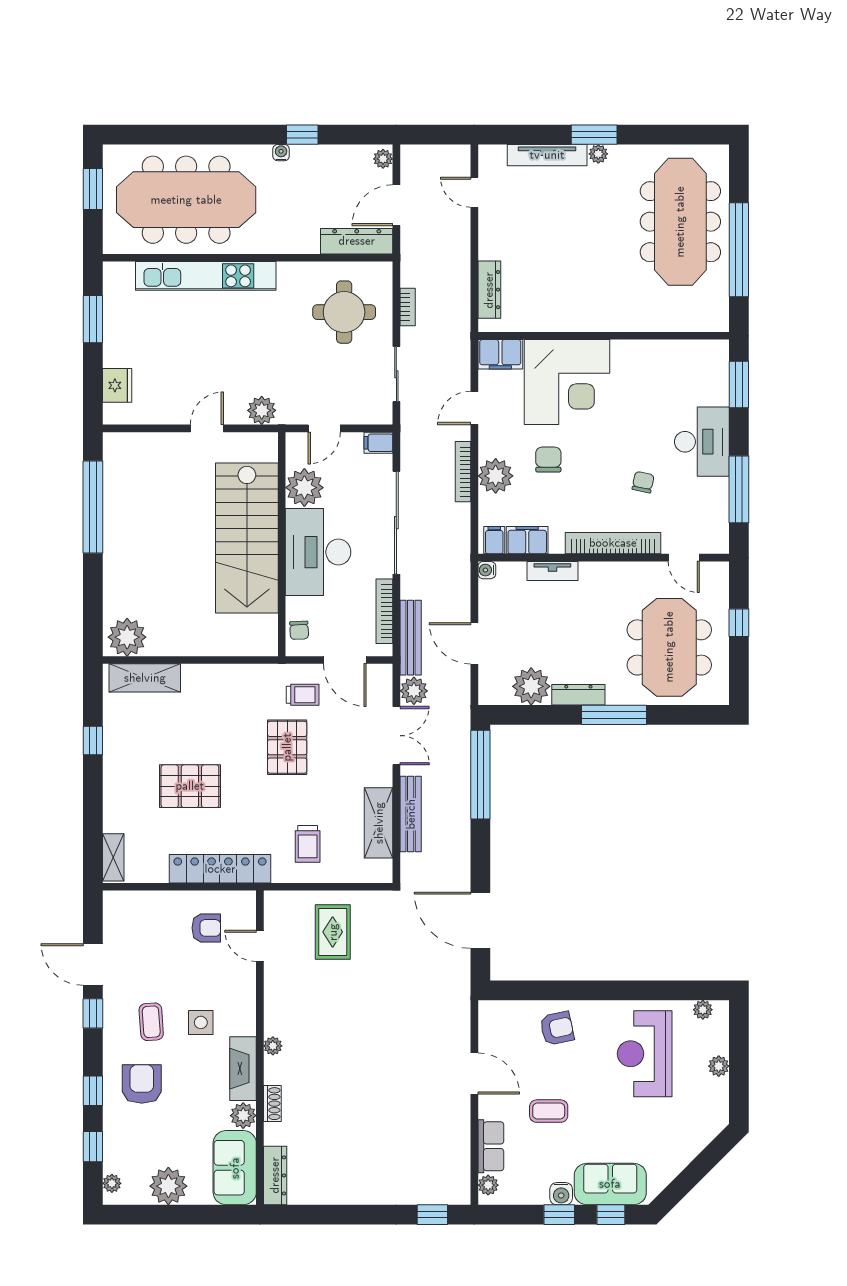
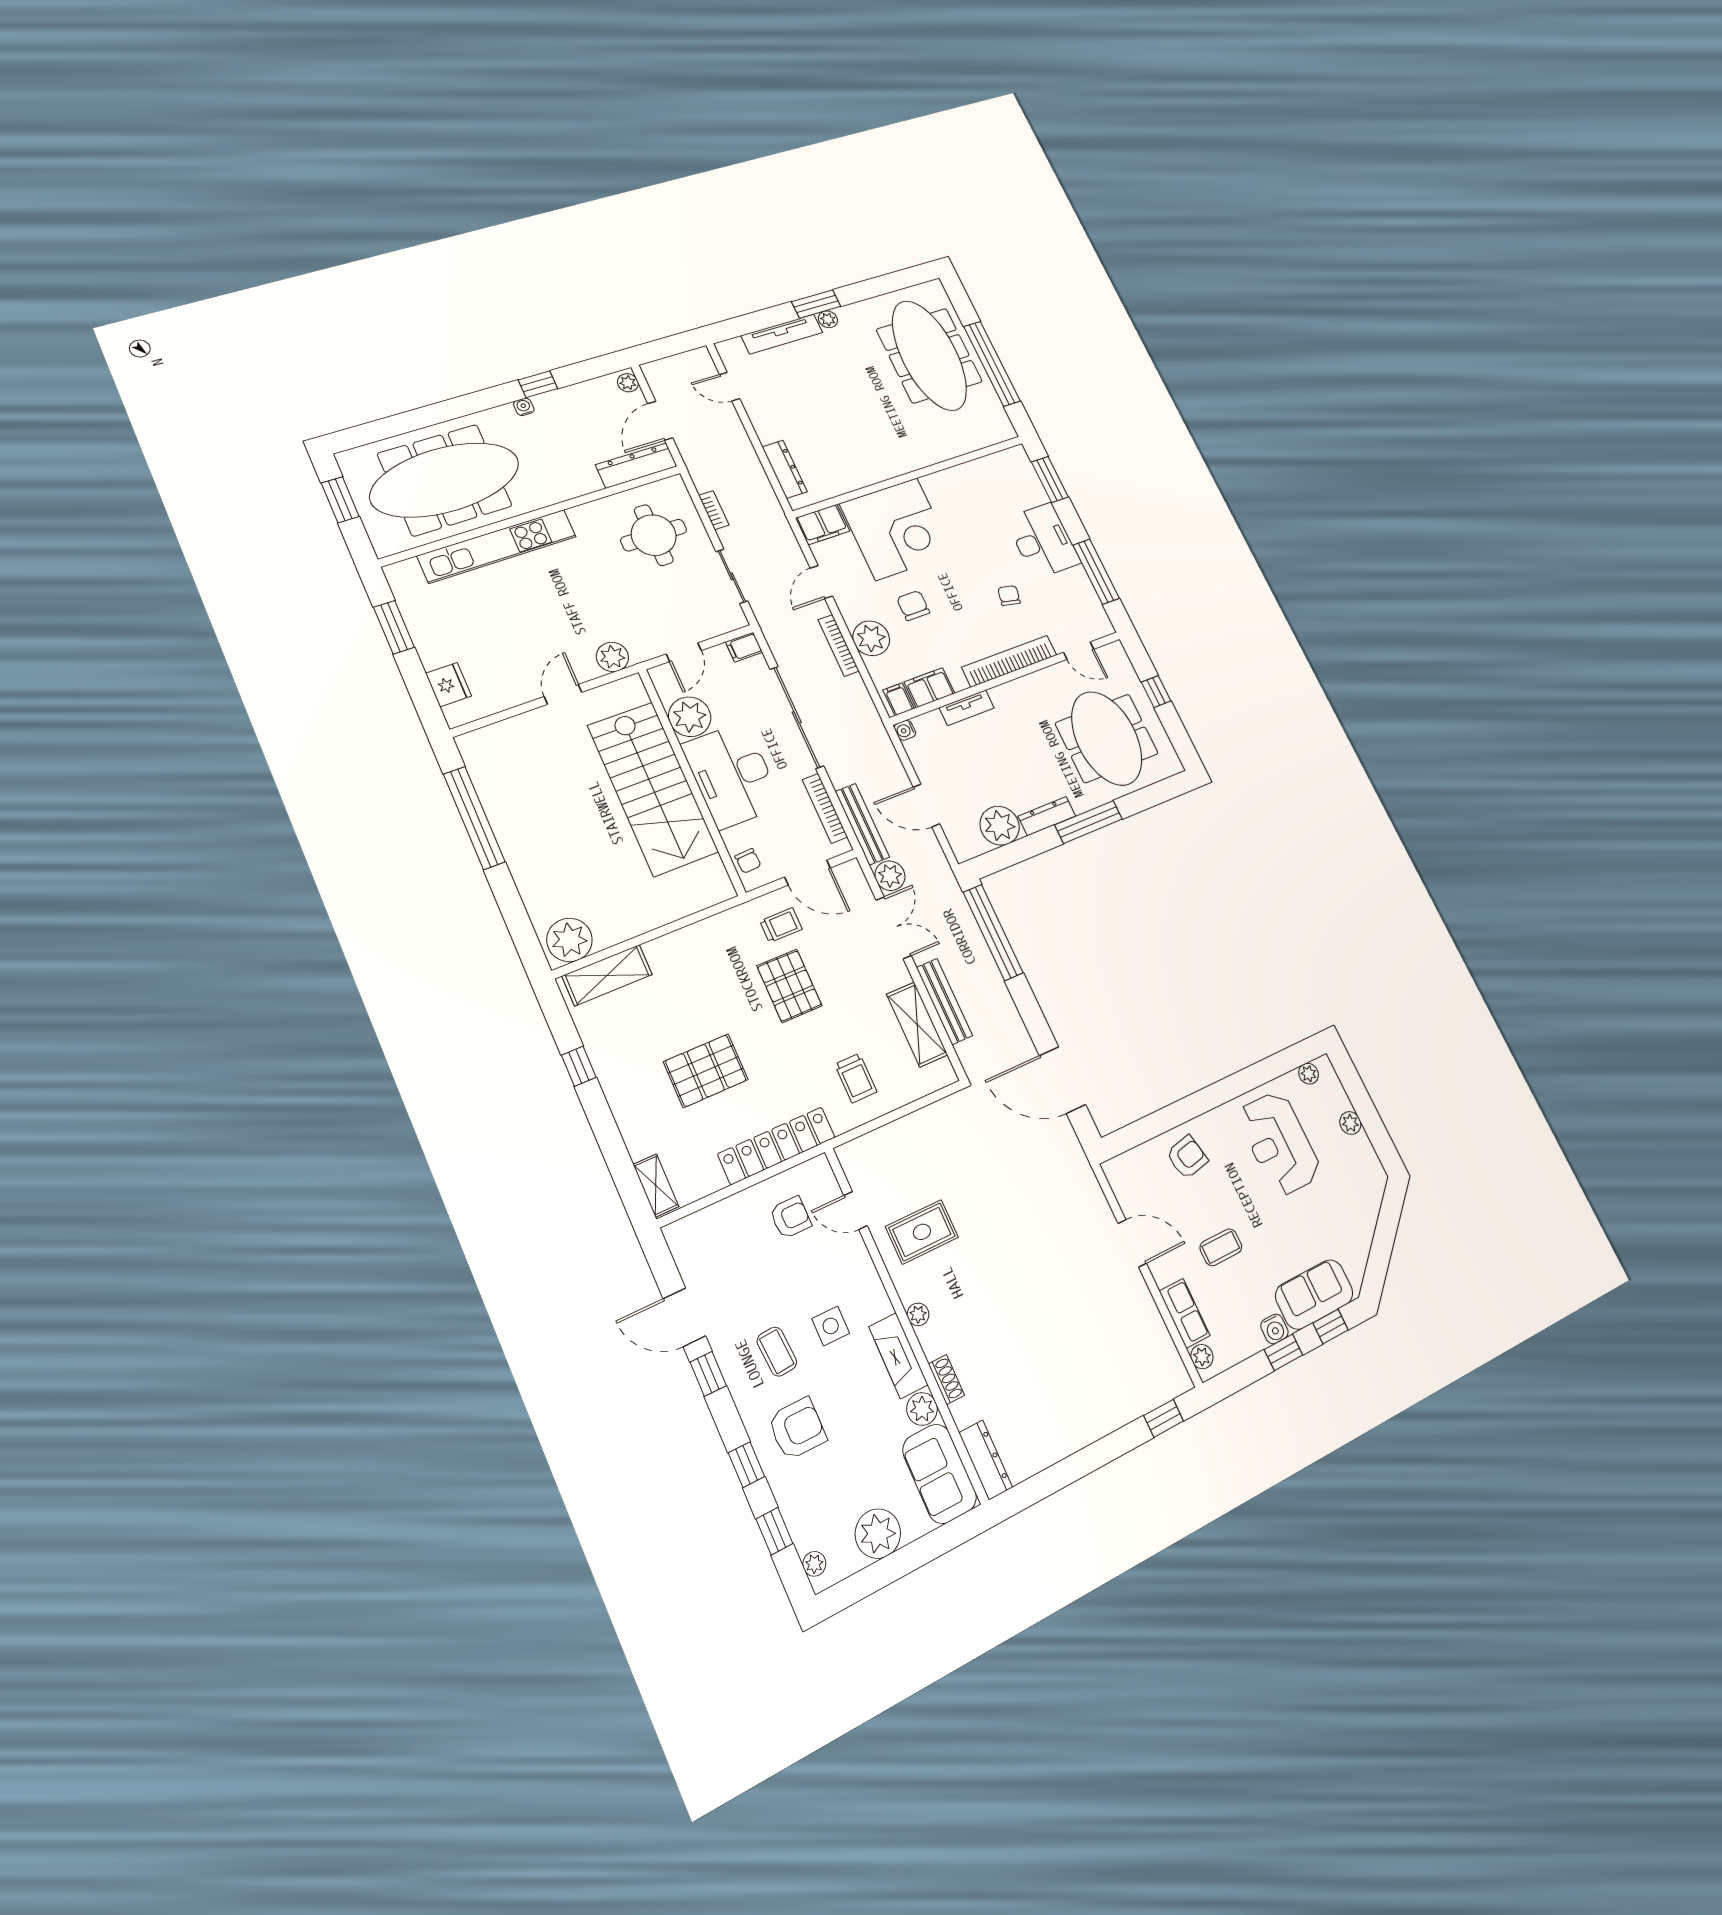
rug: (333, 932) -> (922, 1232), moved, turned 90
armchair: (142, 1084) -> (797, 1429), turned 90

